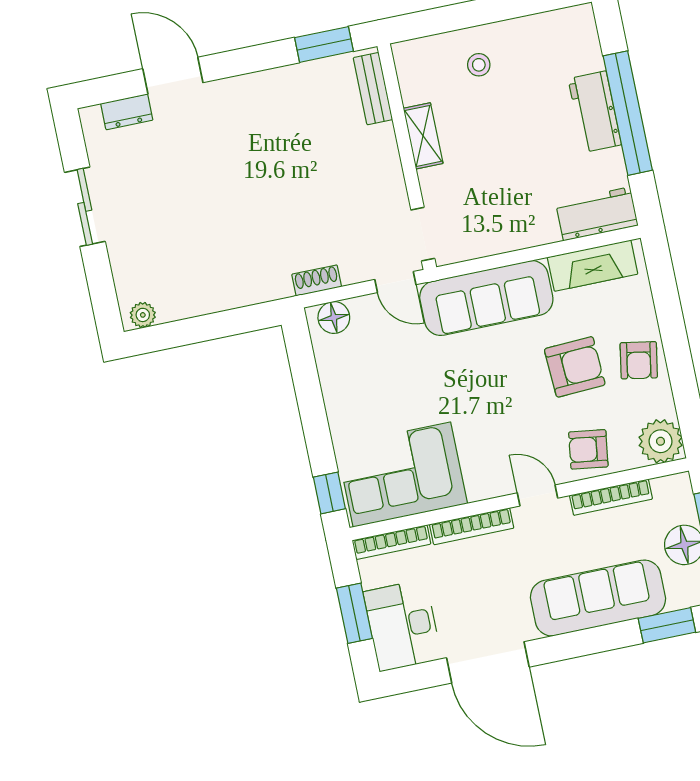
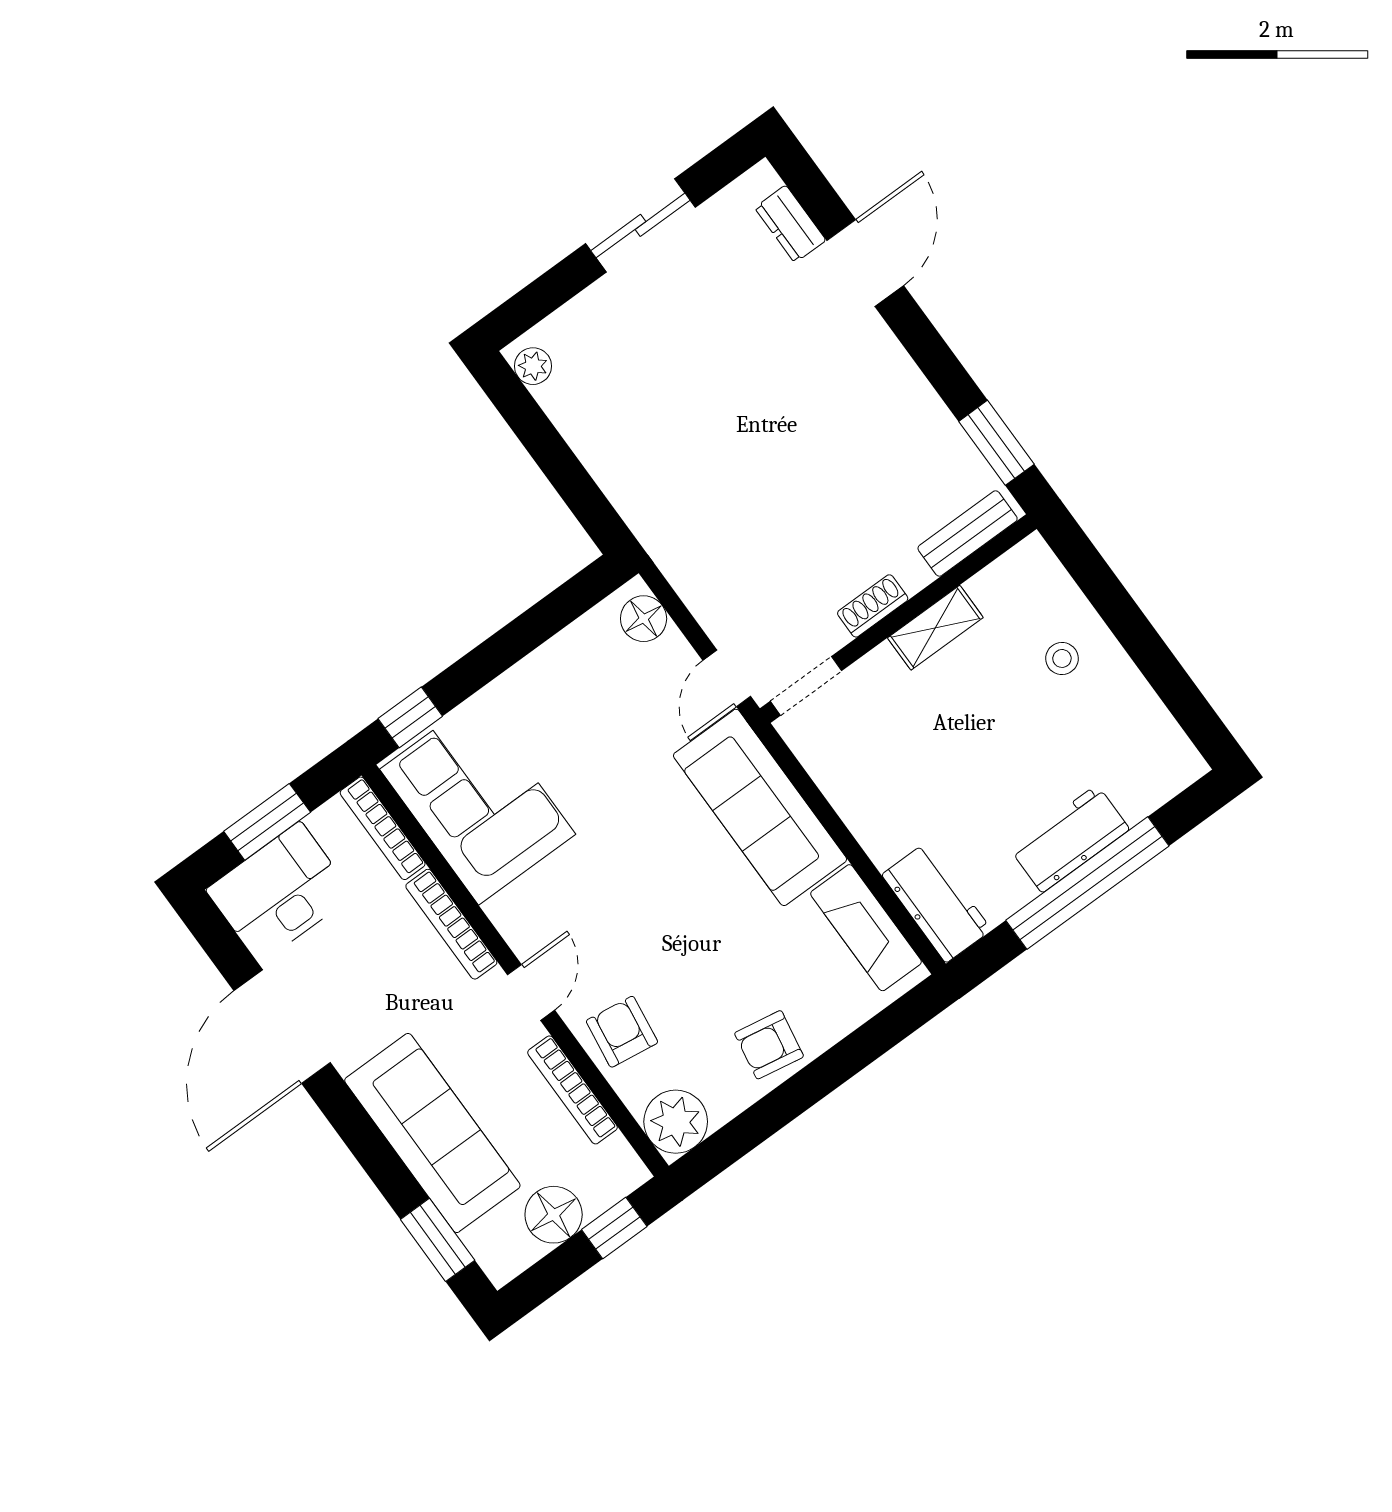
shoe rack: (317, 280) -> (873, 606), moved, turned -90
armchair: (575, 367) -> (722, 965), removed

